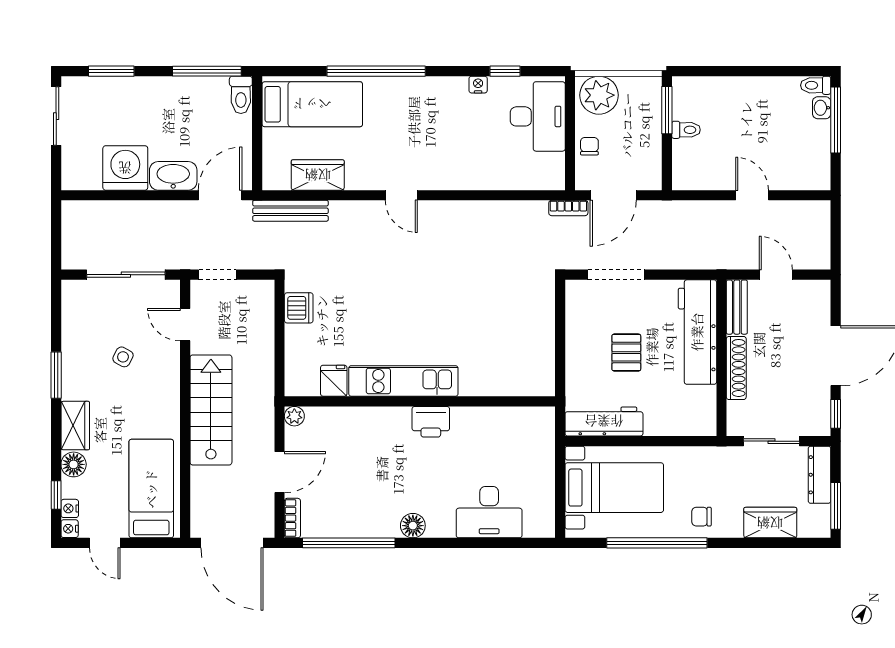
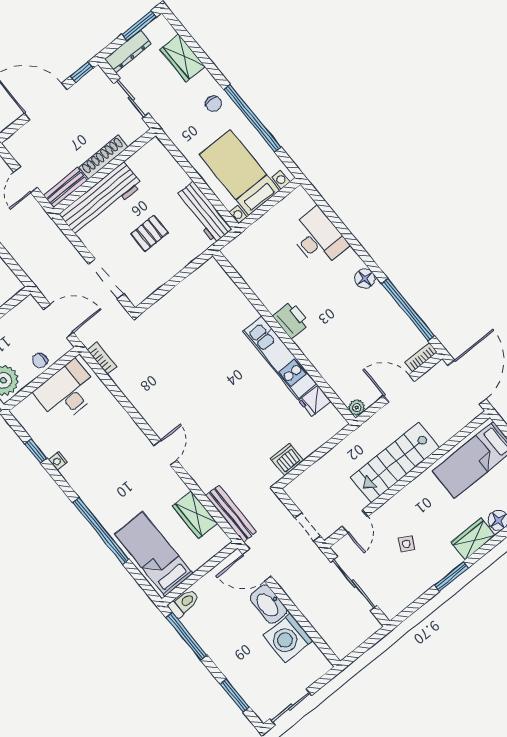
desk: (538, 116) -> (67, 392), moved
bookcase: (568, 208) -> (102, 358), moved

